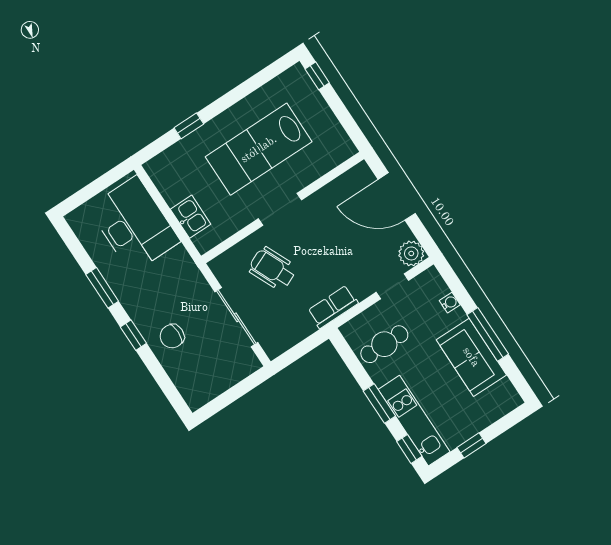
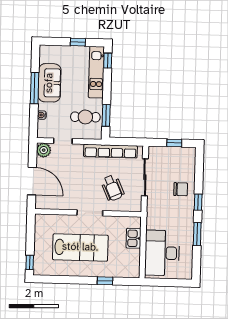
row of seats: (333, 307) -> (110, 151), width x2.02
window: (228, 397) -> (174, 143), added
window: (379, 404) -> (106, 115), moved

